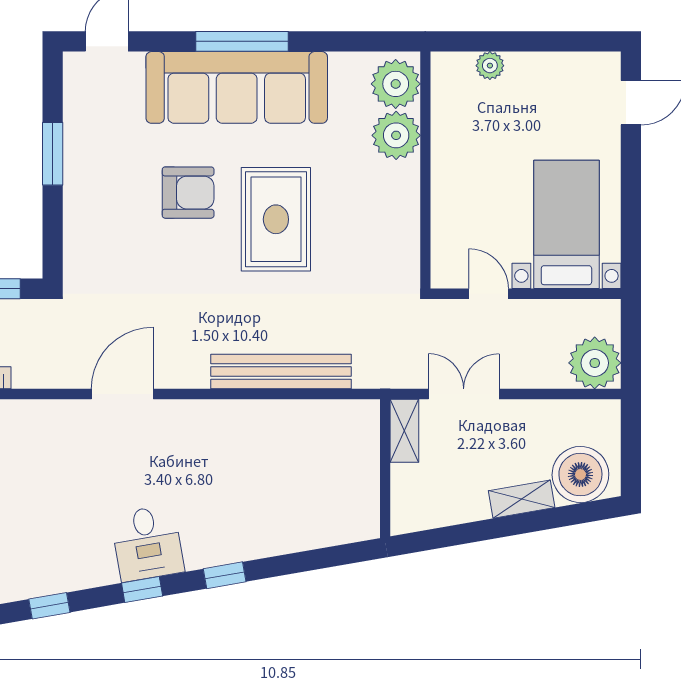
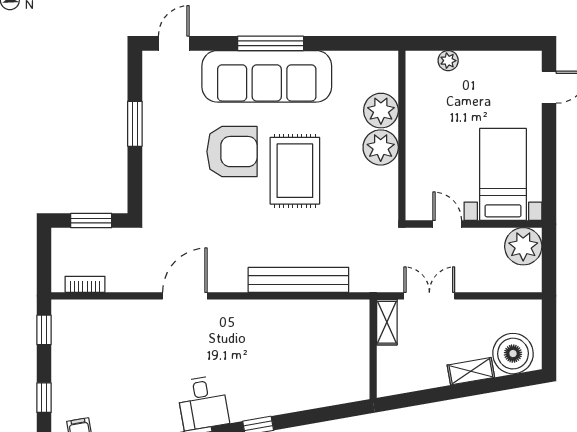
plant: (396, 84) -> (381, 147), moved
armchair: (188, 193) -> (232, 152), width x1.36, depth x1.36
plant: (595, 363) -> (523, 246), moved

